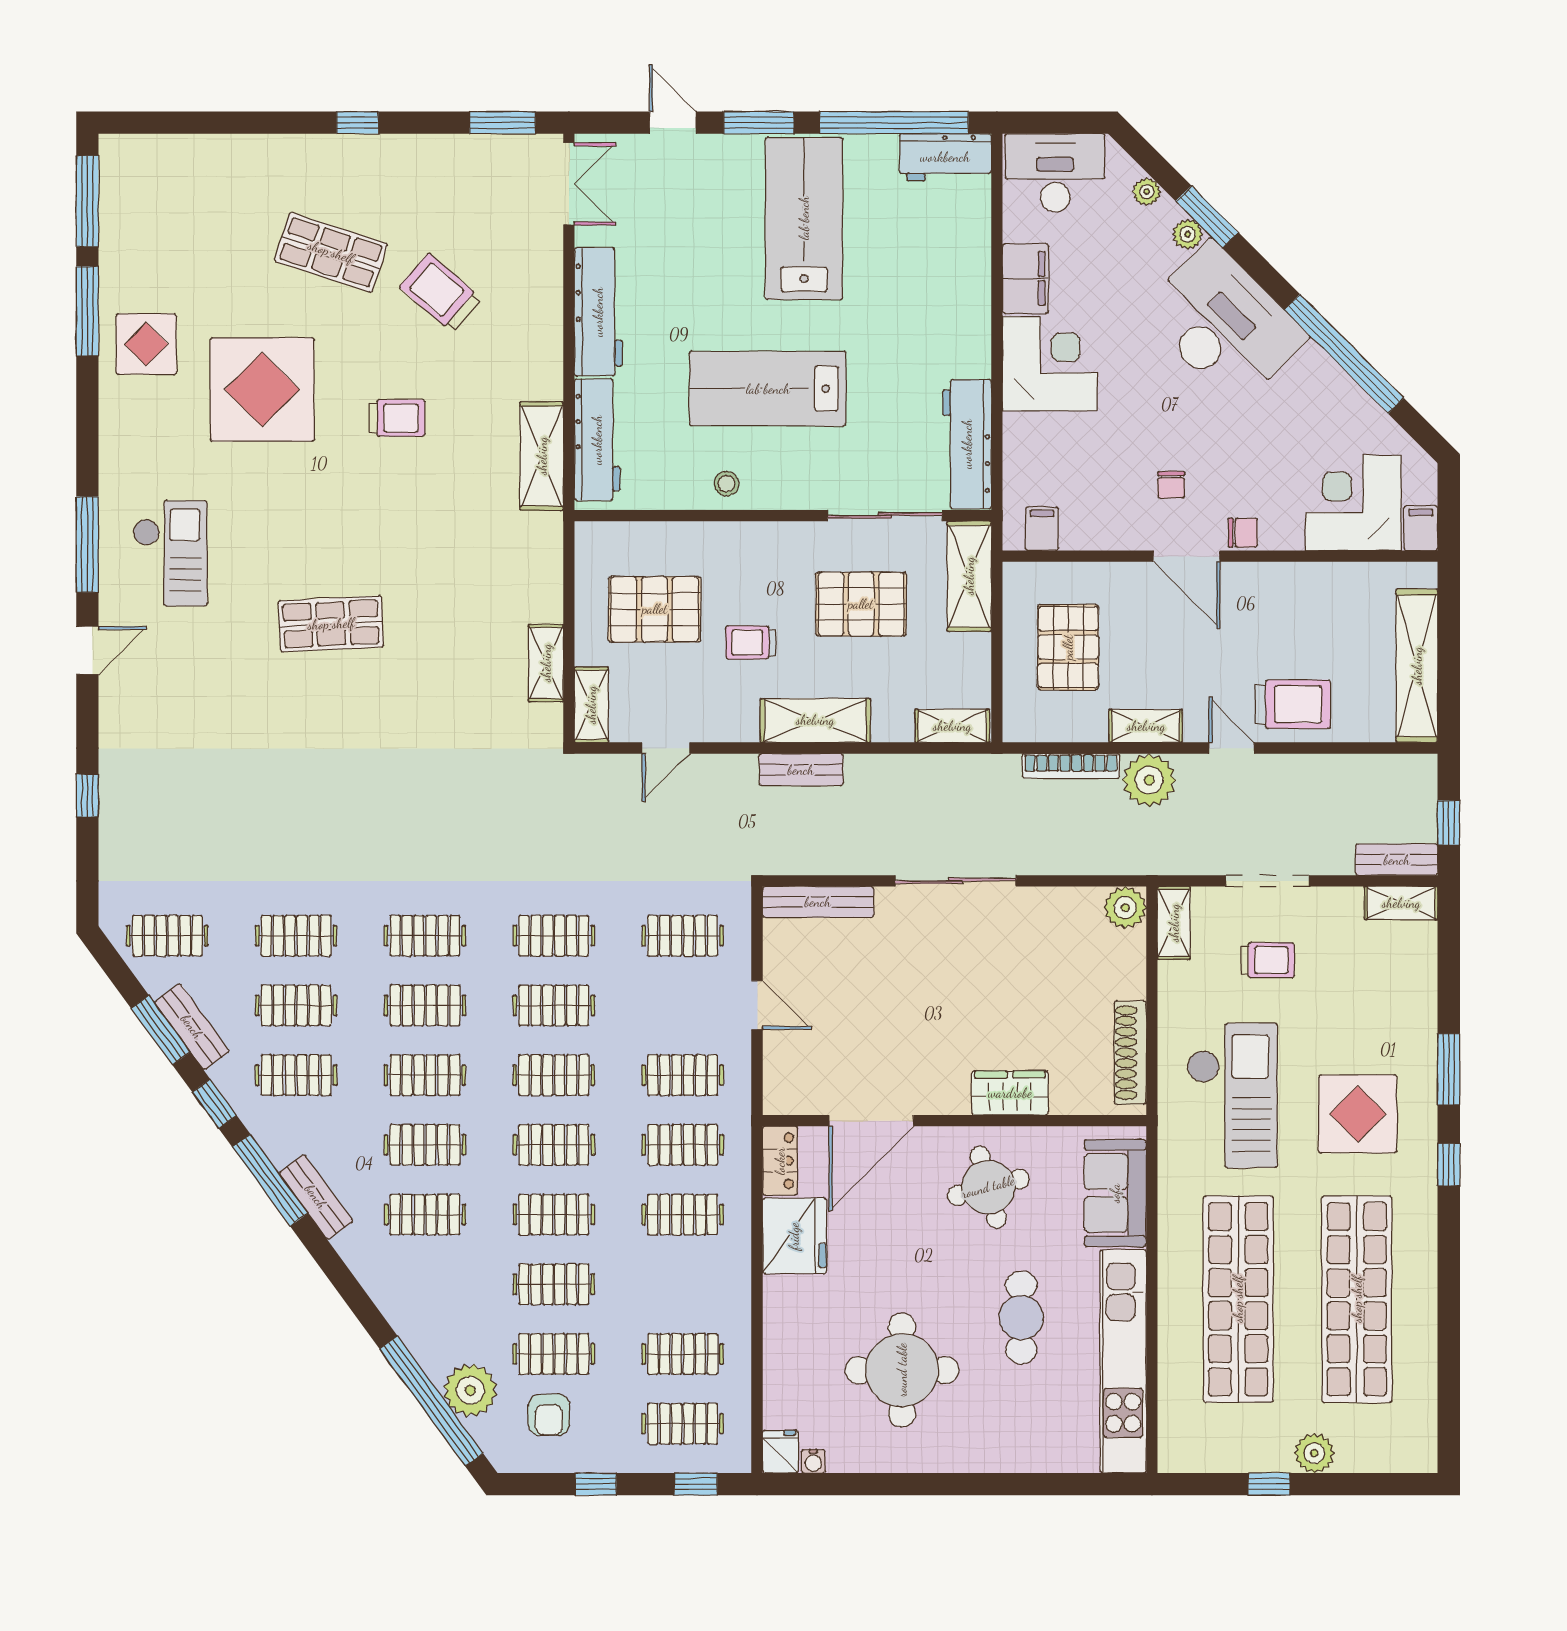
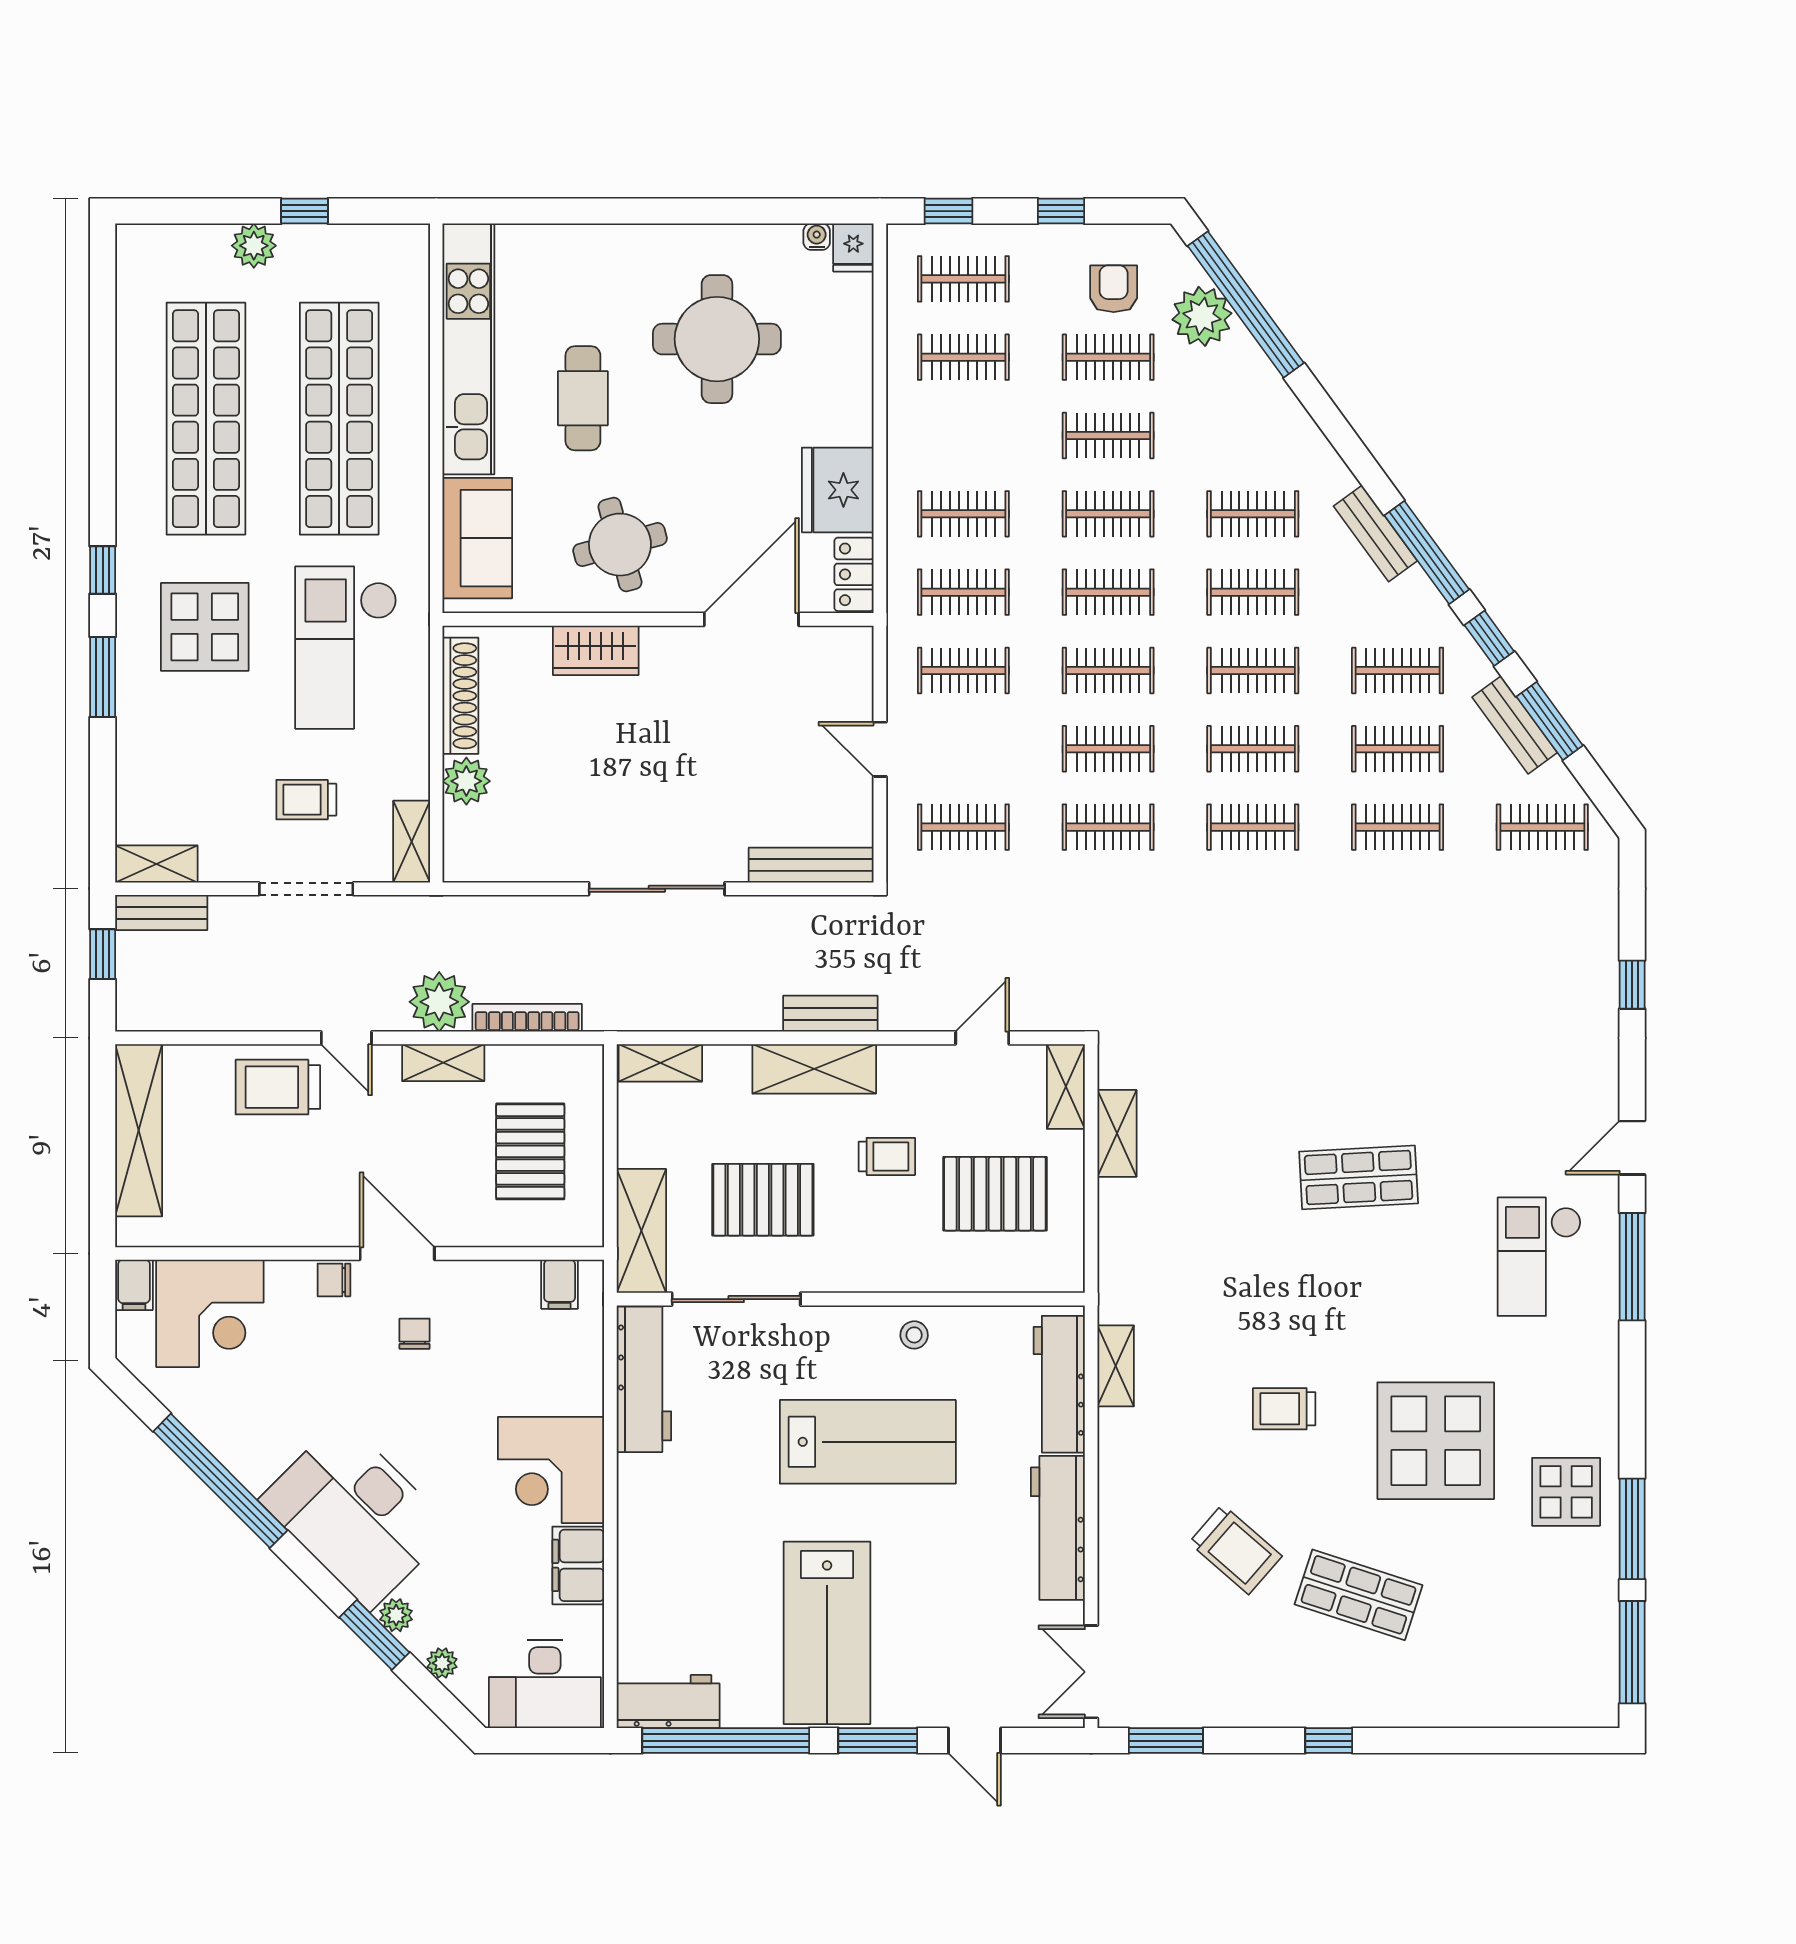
shelving: (542, 456) -> (1116, 1366), width x0.67, depth x0.75
plant: (1125, 908) -> (466, 781), moved

